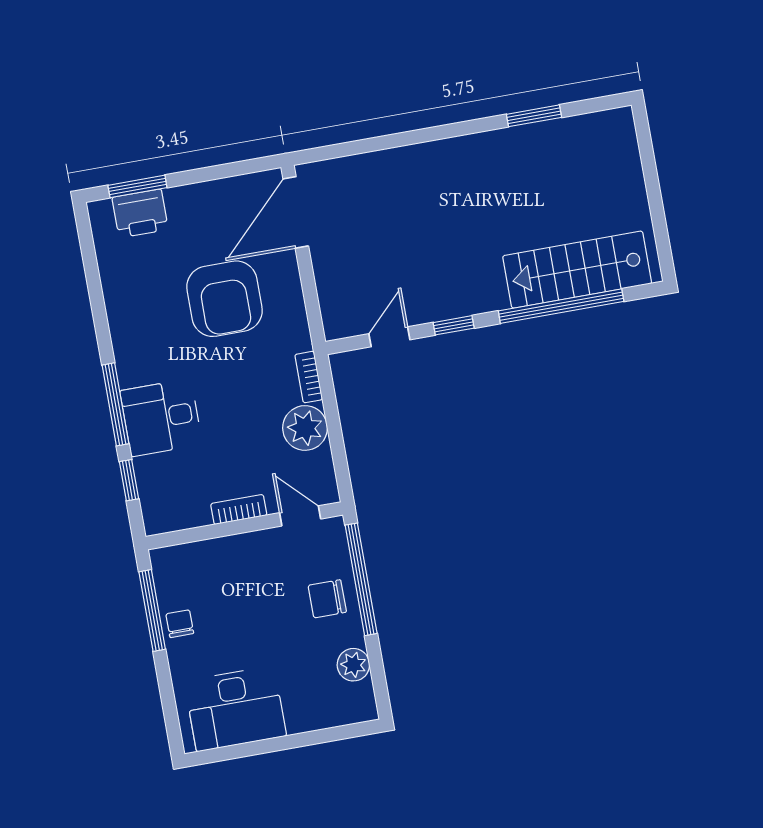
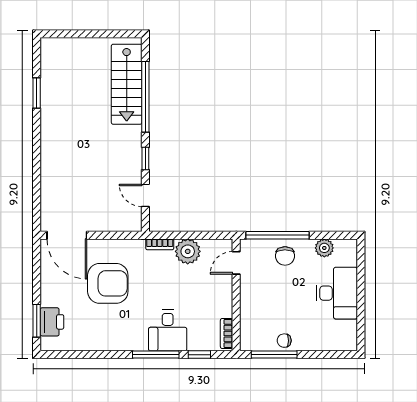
bookcase: (239, 510) -> (227, 333), moved
desk: (235, 709) -> (337, 293), moved

